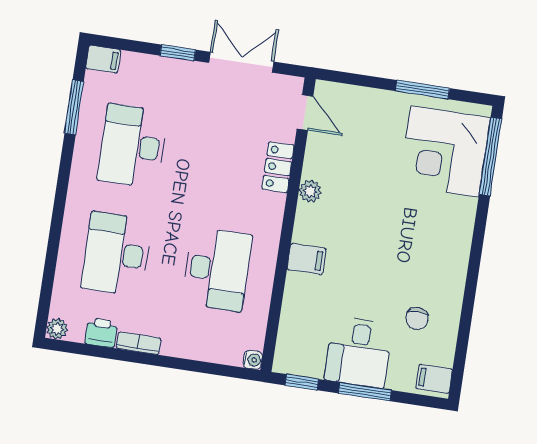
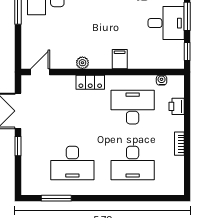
filing cabinet: (103, 59) -> (28, 186), removed
locker: (278, 167) -> (90, 82), moved
plant: (57, 329) -> (178, 189), removed
printer: (101, 333) -> (177, 106), moved
water cooler: (253, 360) -> (162, 80), moved

